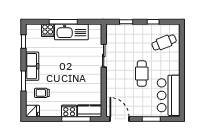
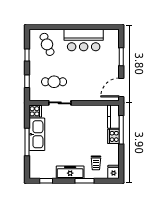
cooker: (48, 30) -> (35, 111), moved
cafe table: (142, 74) -> (54, 82), moved
bar counter: (169, 95) -> (84, 40), moved

